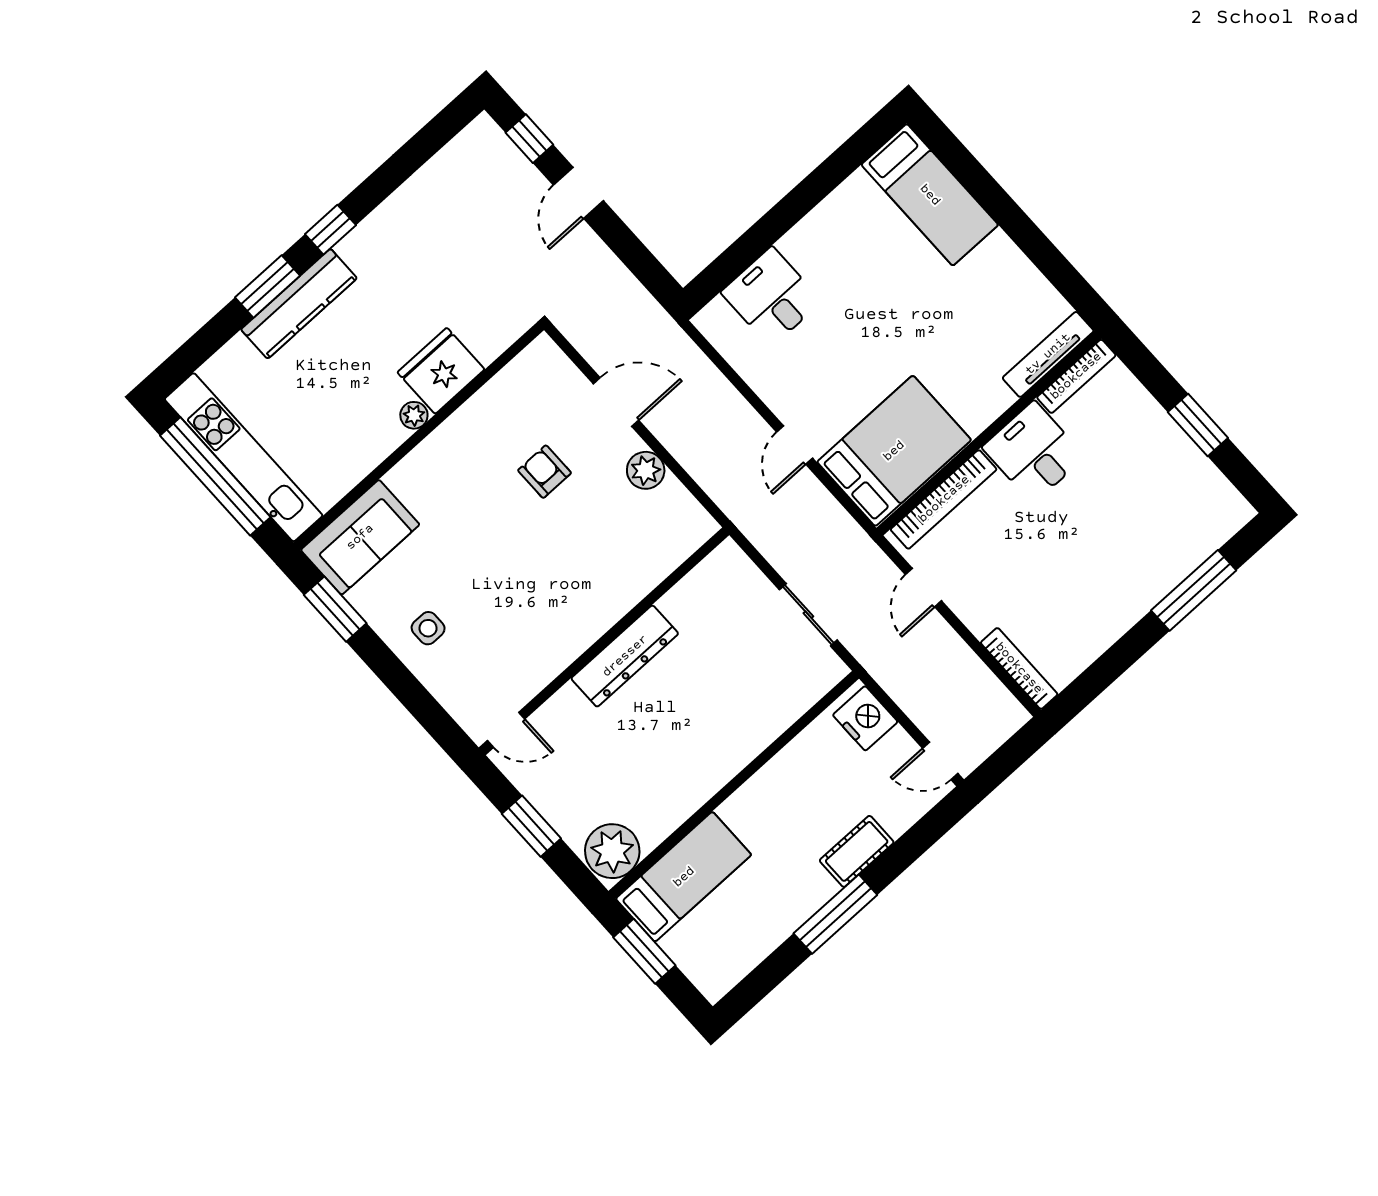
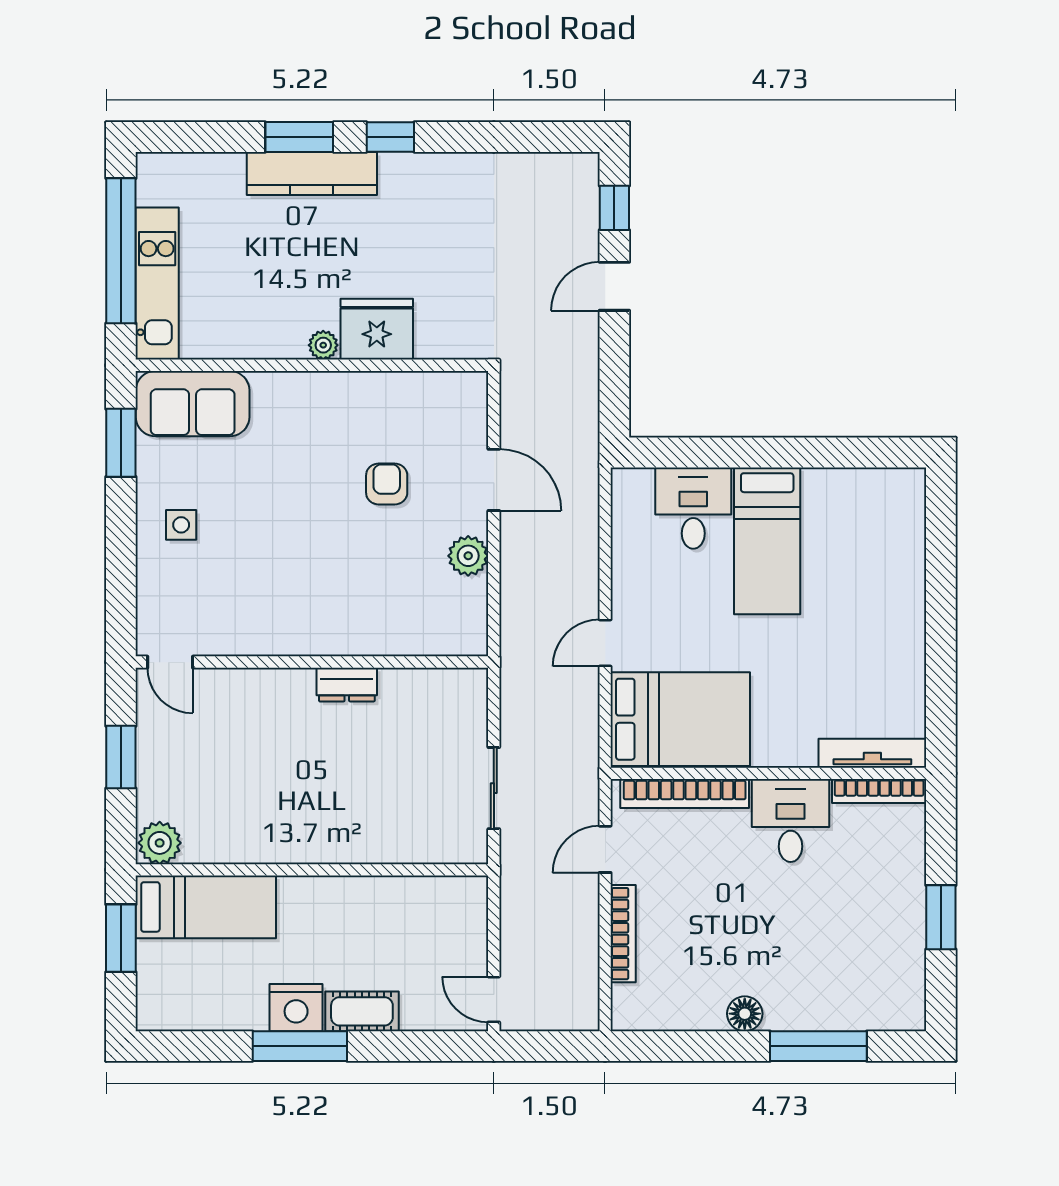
bed: (930, 195) -> (767, 541), moved
kitchen unit: (244, 457) -> (157, 284), width x0.73
floor lamp: (1123, 614) -> (745, 1014), added
dresser: (625, 656) -> (347, 685), width x0.51, depth x0.80
bookcase: (1019, 668) -> (623, 934), moved
nightstand: (865, 718) -> (296, 1008), moved, turned 90
plant: (612, 851) -> (160, 843), width x0.73, depth x0.73

